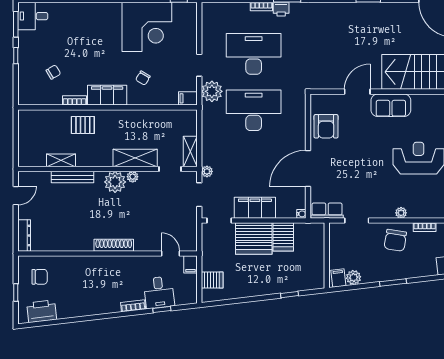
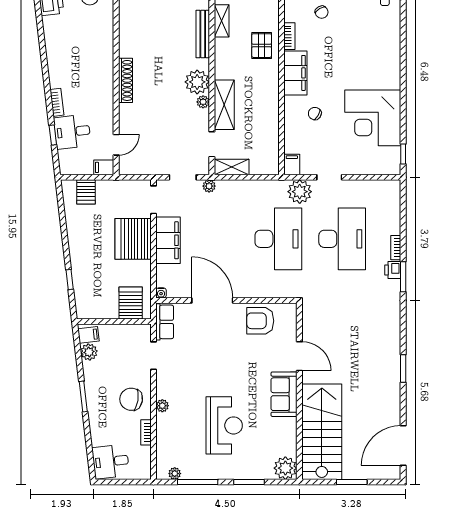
server rack: (283, 237) -> (131, 303), moved, turned 90

